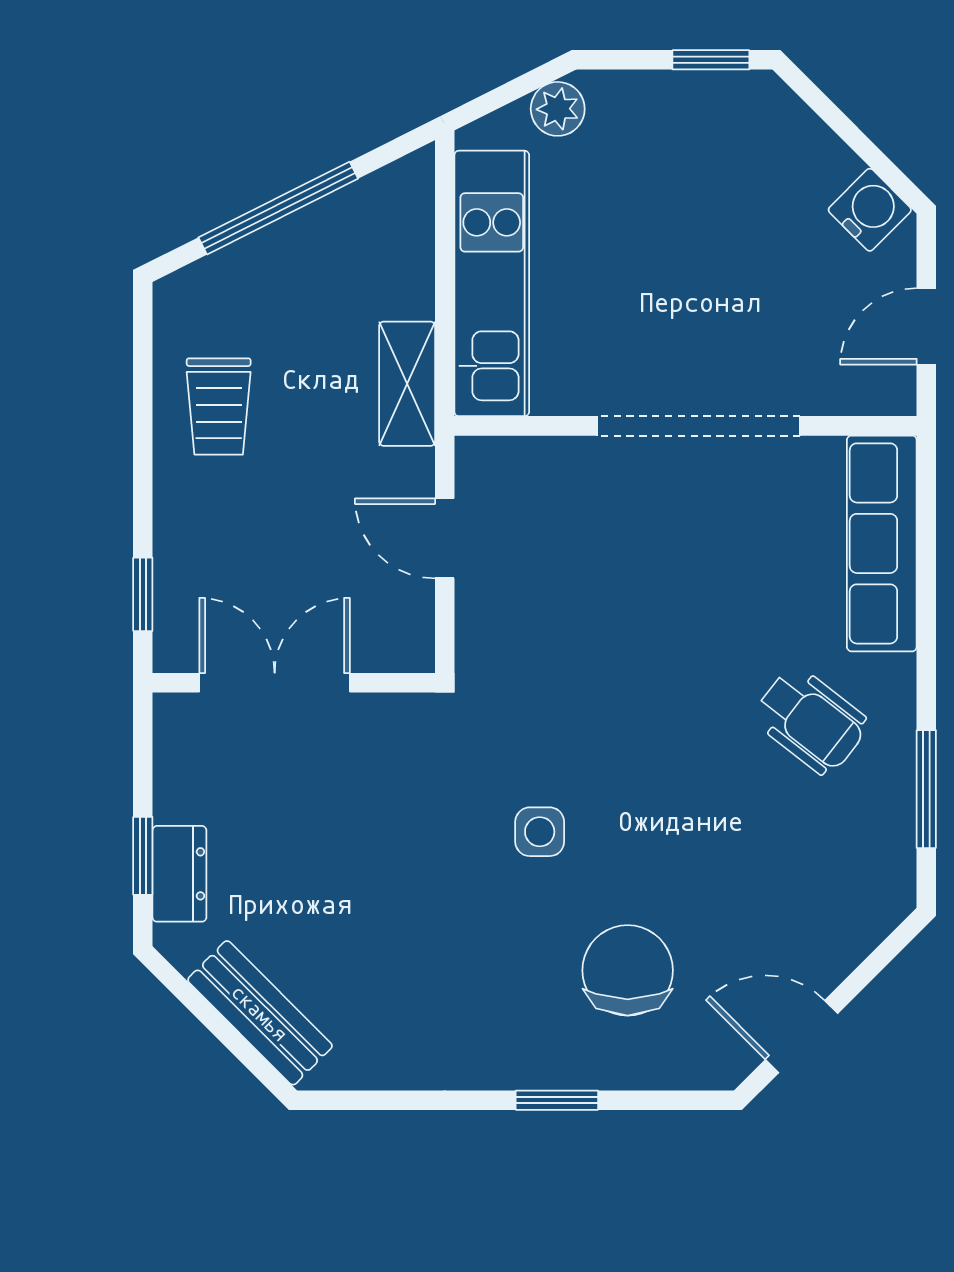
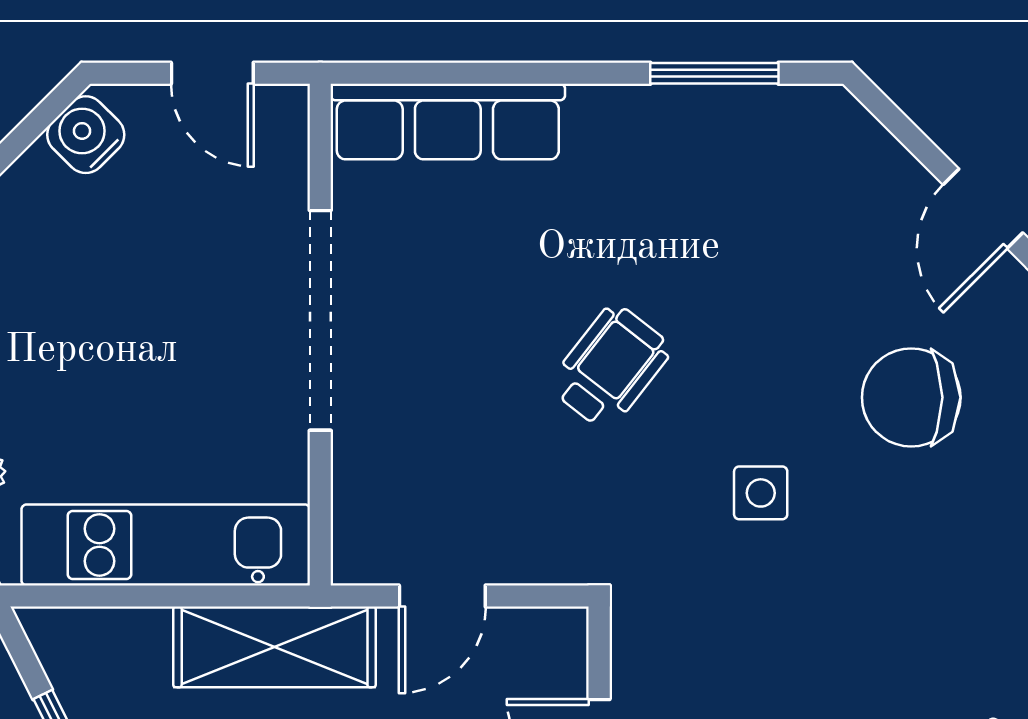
shelving: (407, 384) -> (275, 647), width x1.50, depth x1.33
wheelchair: (811, 721) -> (610, 367), moved

